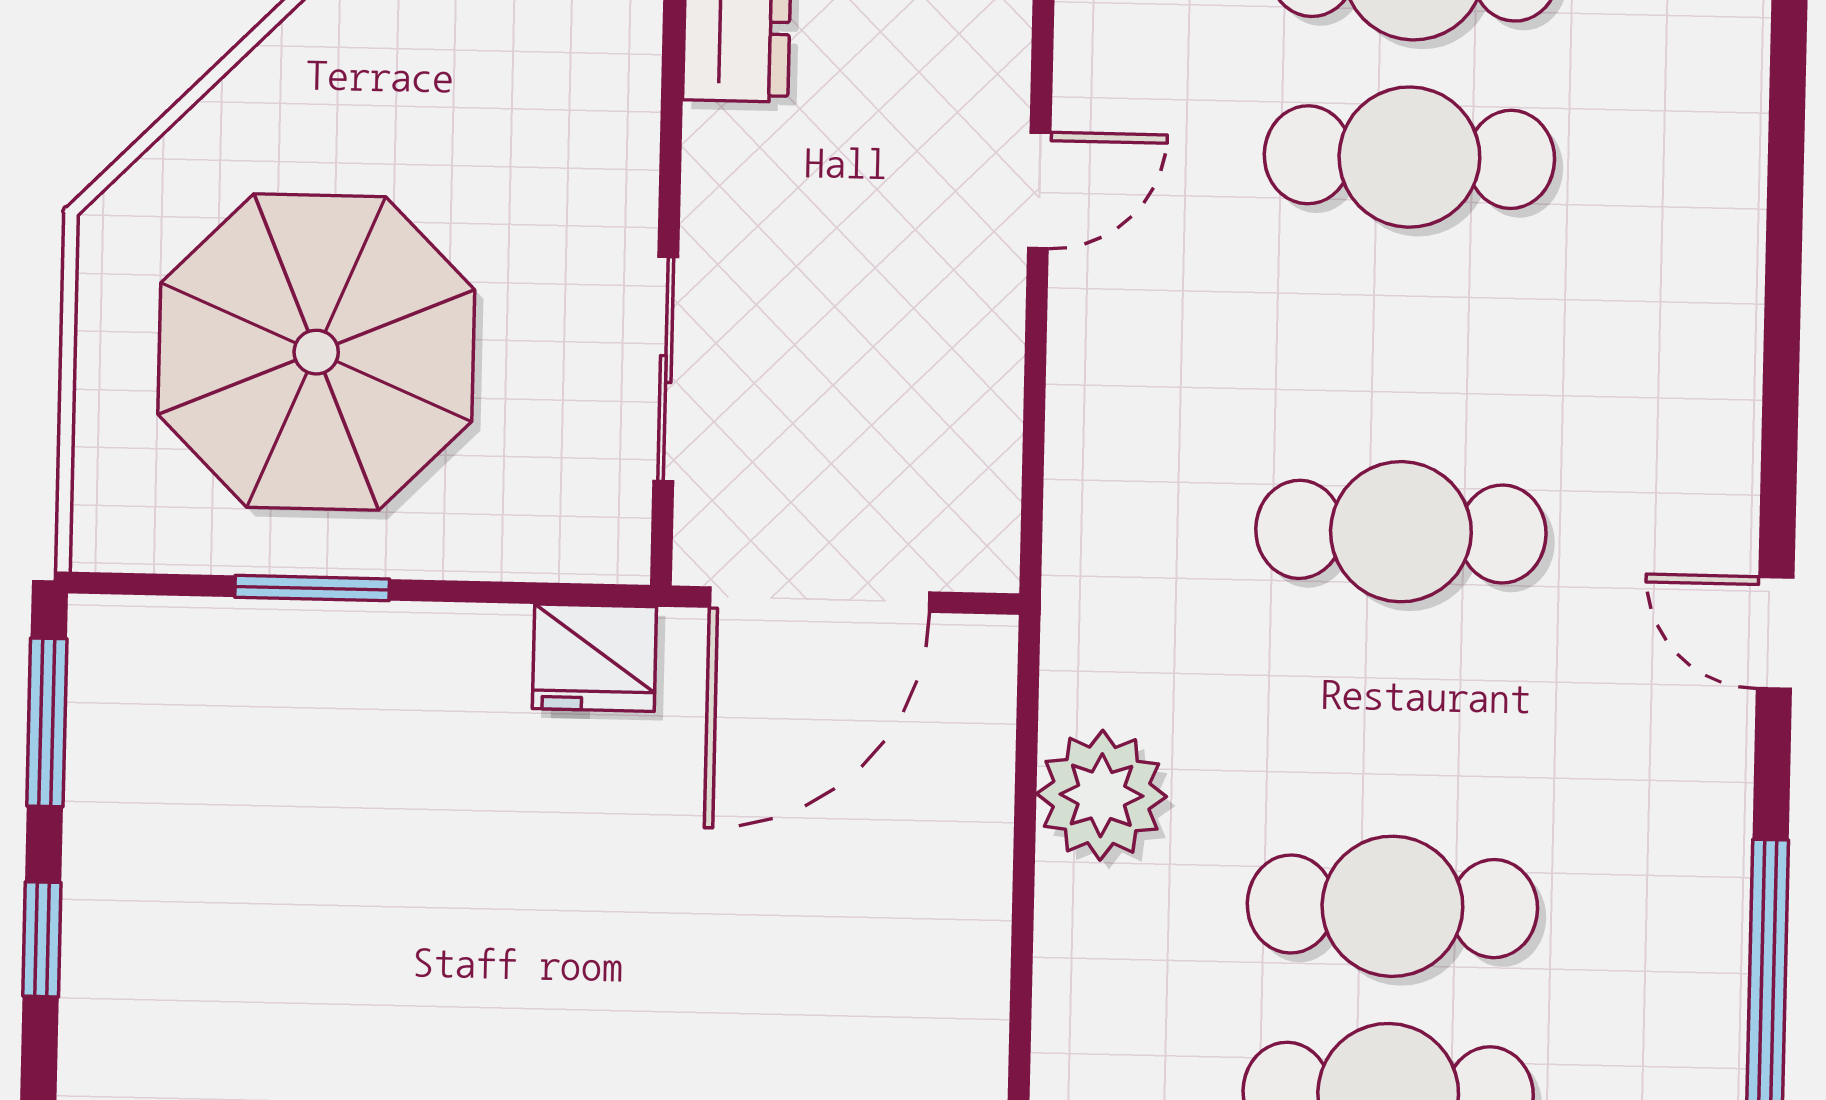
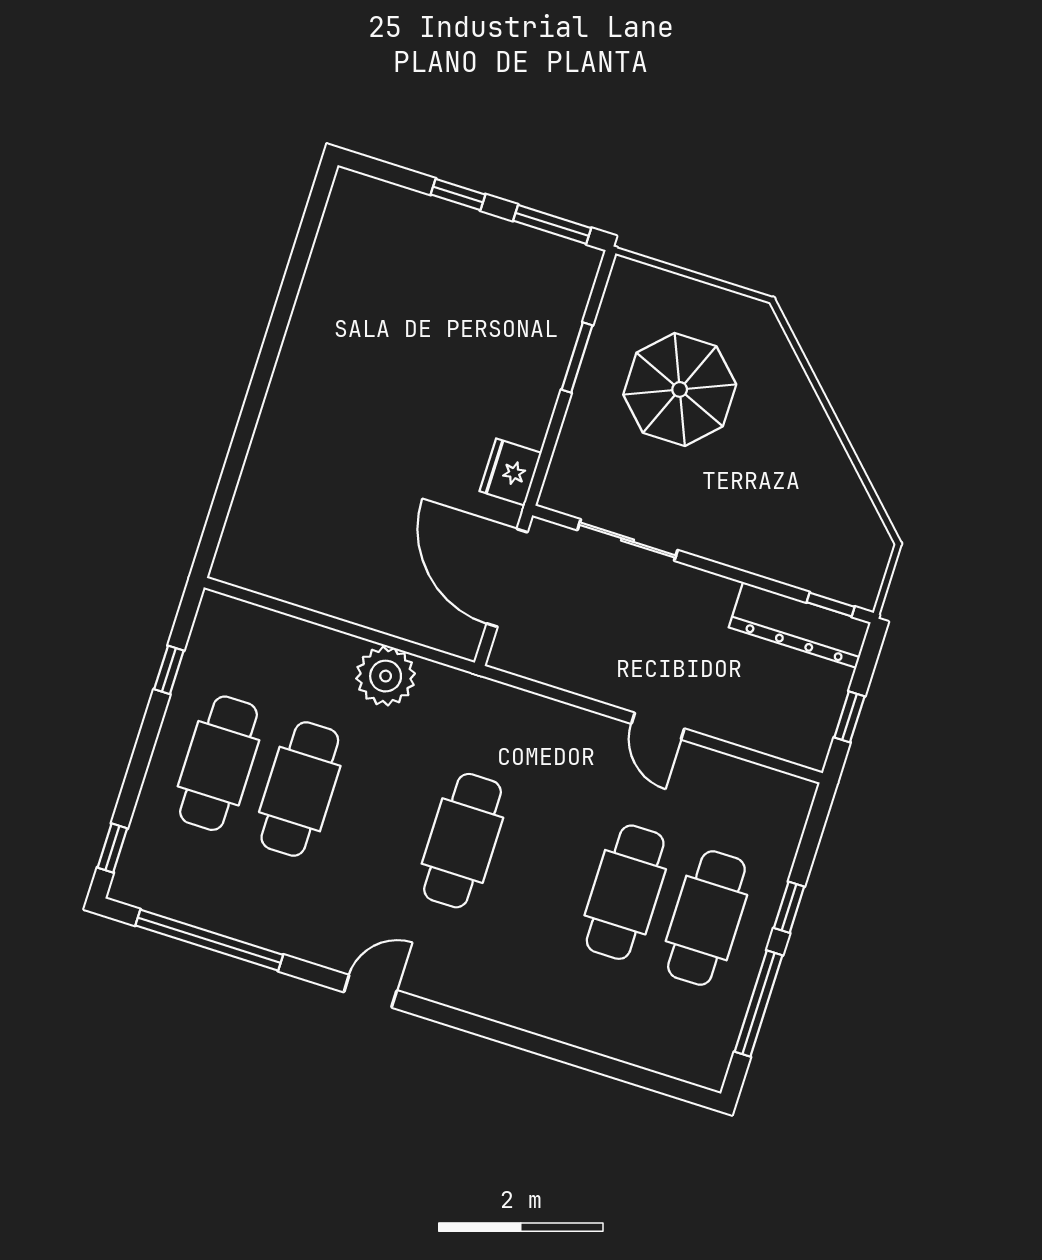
parasol: (316, 352) -> (680, 389), width x0.73, depth x0.73

